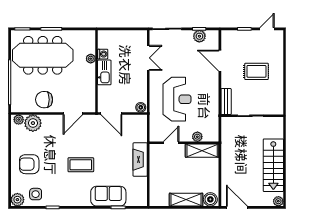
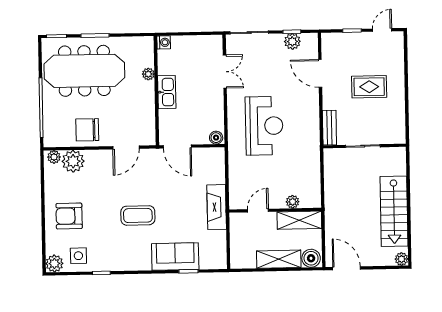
washing machine: (103, 54) -> (164, 42), moved
plant: (197, 137) -> (293, 202), moved
door: (171, 143) -> (258, 211), moved
wall: (184, 143) -> (275, 210), moved
shelving: (202, 151) -> (299, 220), moved

